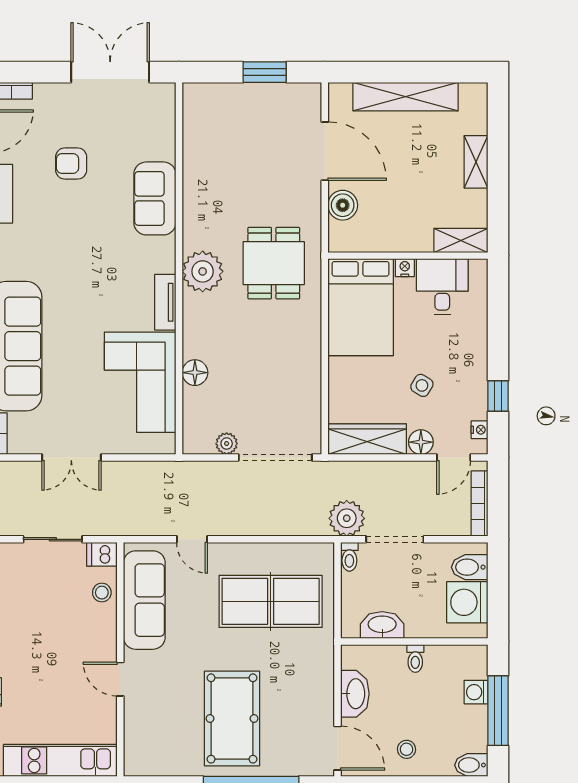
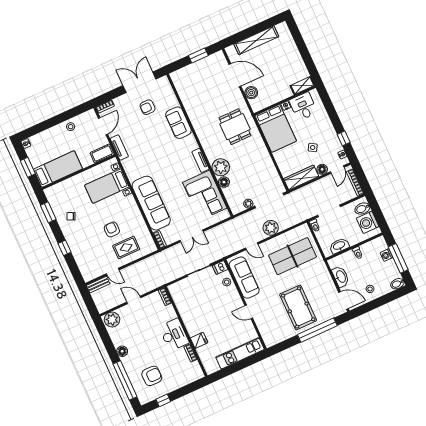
shelving: (476, 162) -> (294, 53), removed
armchair: (71, 163) -> (148, 107), moved
plant: (203, 271) -> (221, 167), moved
plant: (347, 518) -> (271, 228), moved

